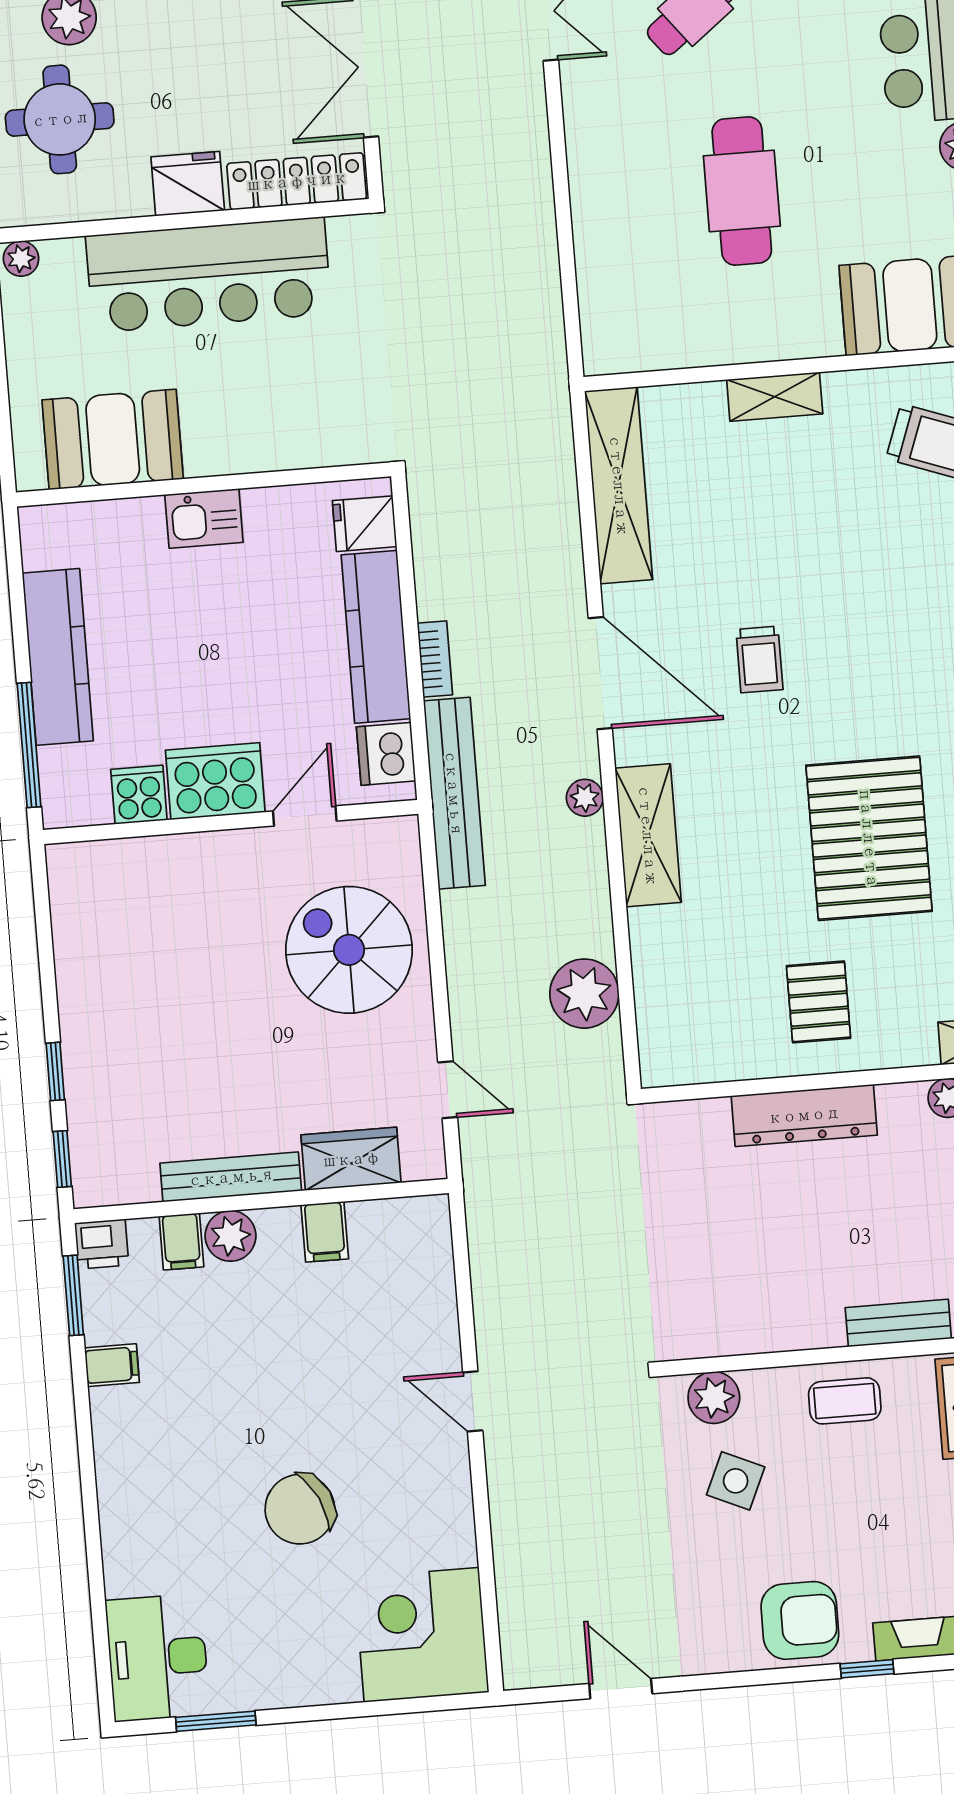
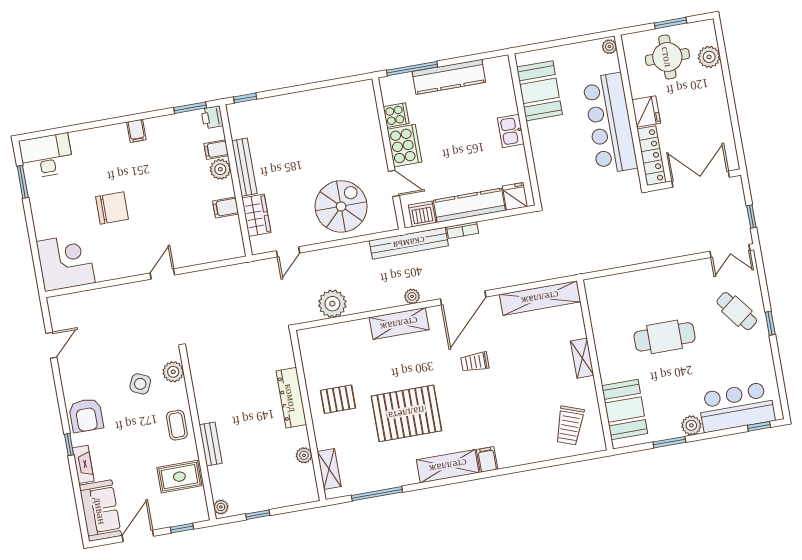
window: (55, 1071) -> (280, 92), removed
filing cabinet: (112, 1365) -> (136, 131), moved
chair: (300, 1509) -> (112, 208), turned 116

